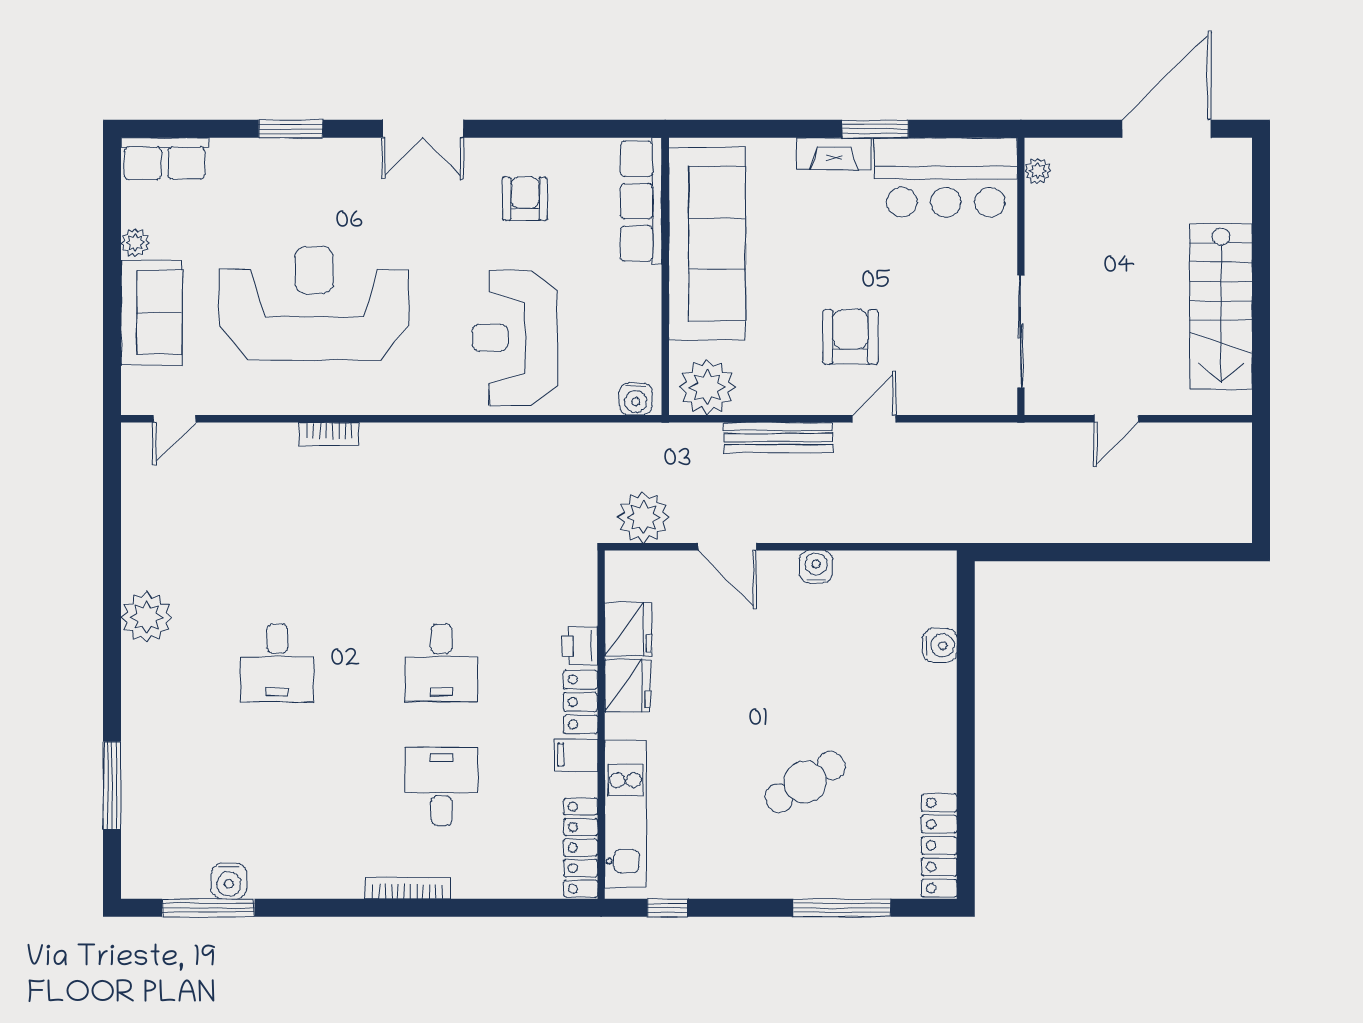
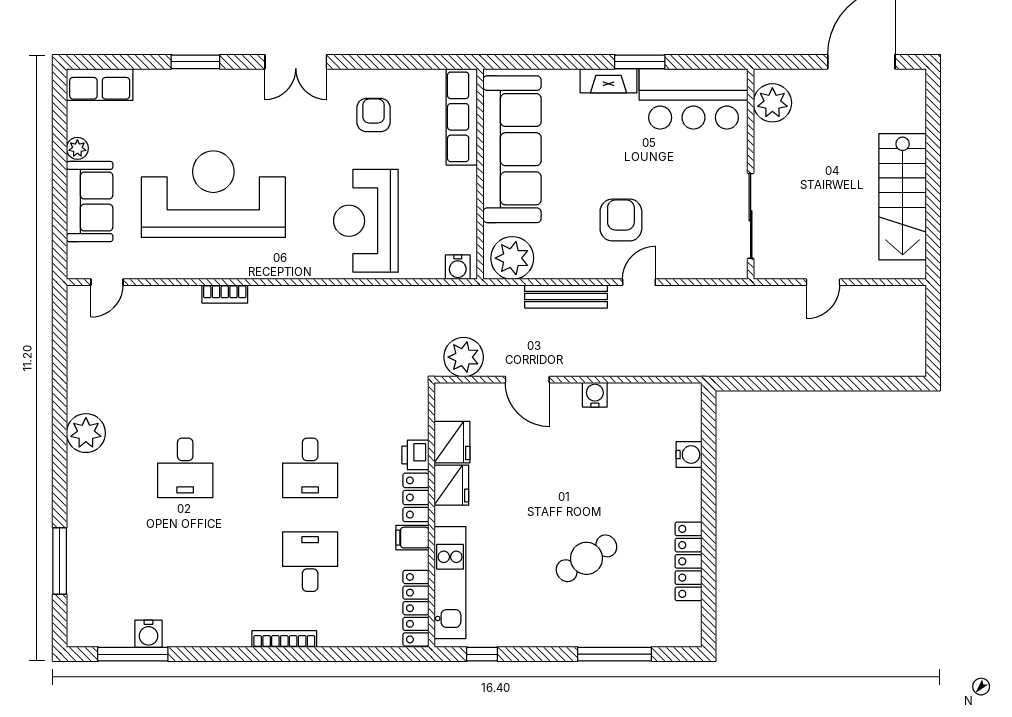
plant: (1038, 171) -> (772, 103), width x1.88, depth x1.88
locker: (939, 846) -> (688, 561), moved

